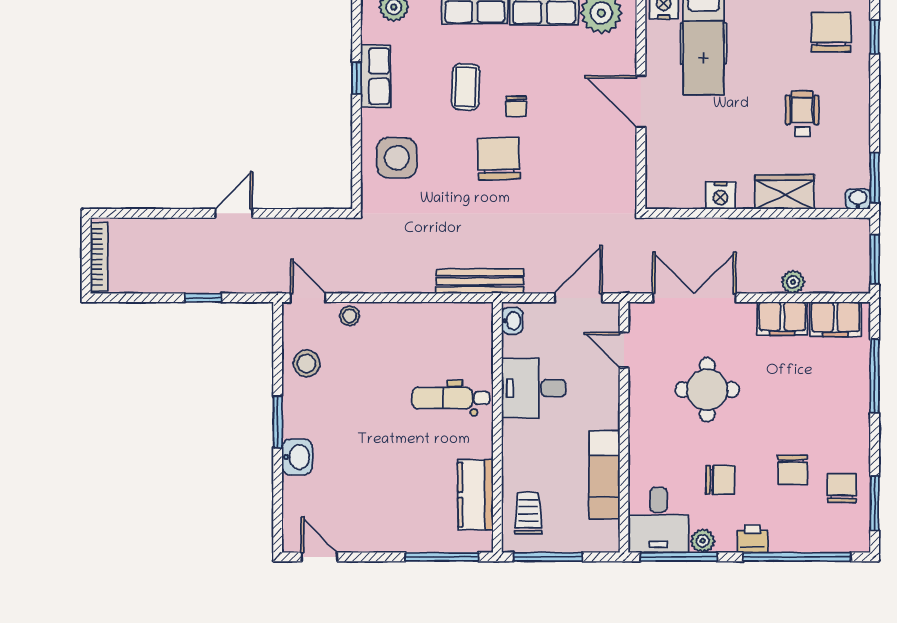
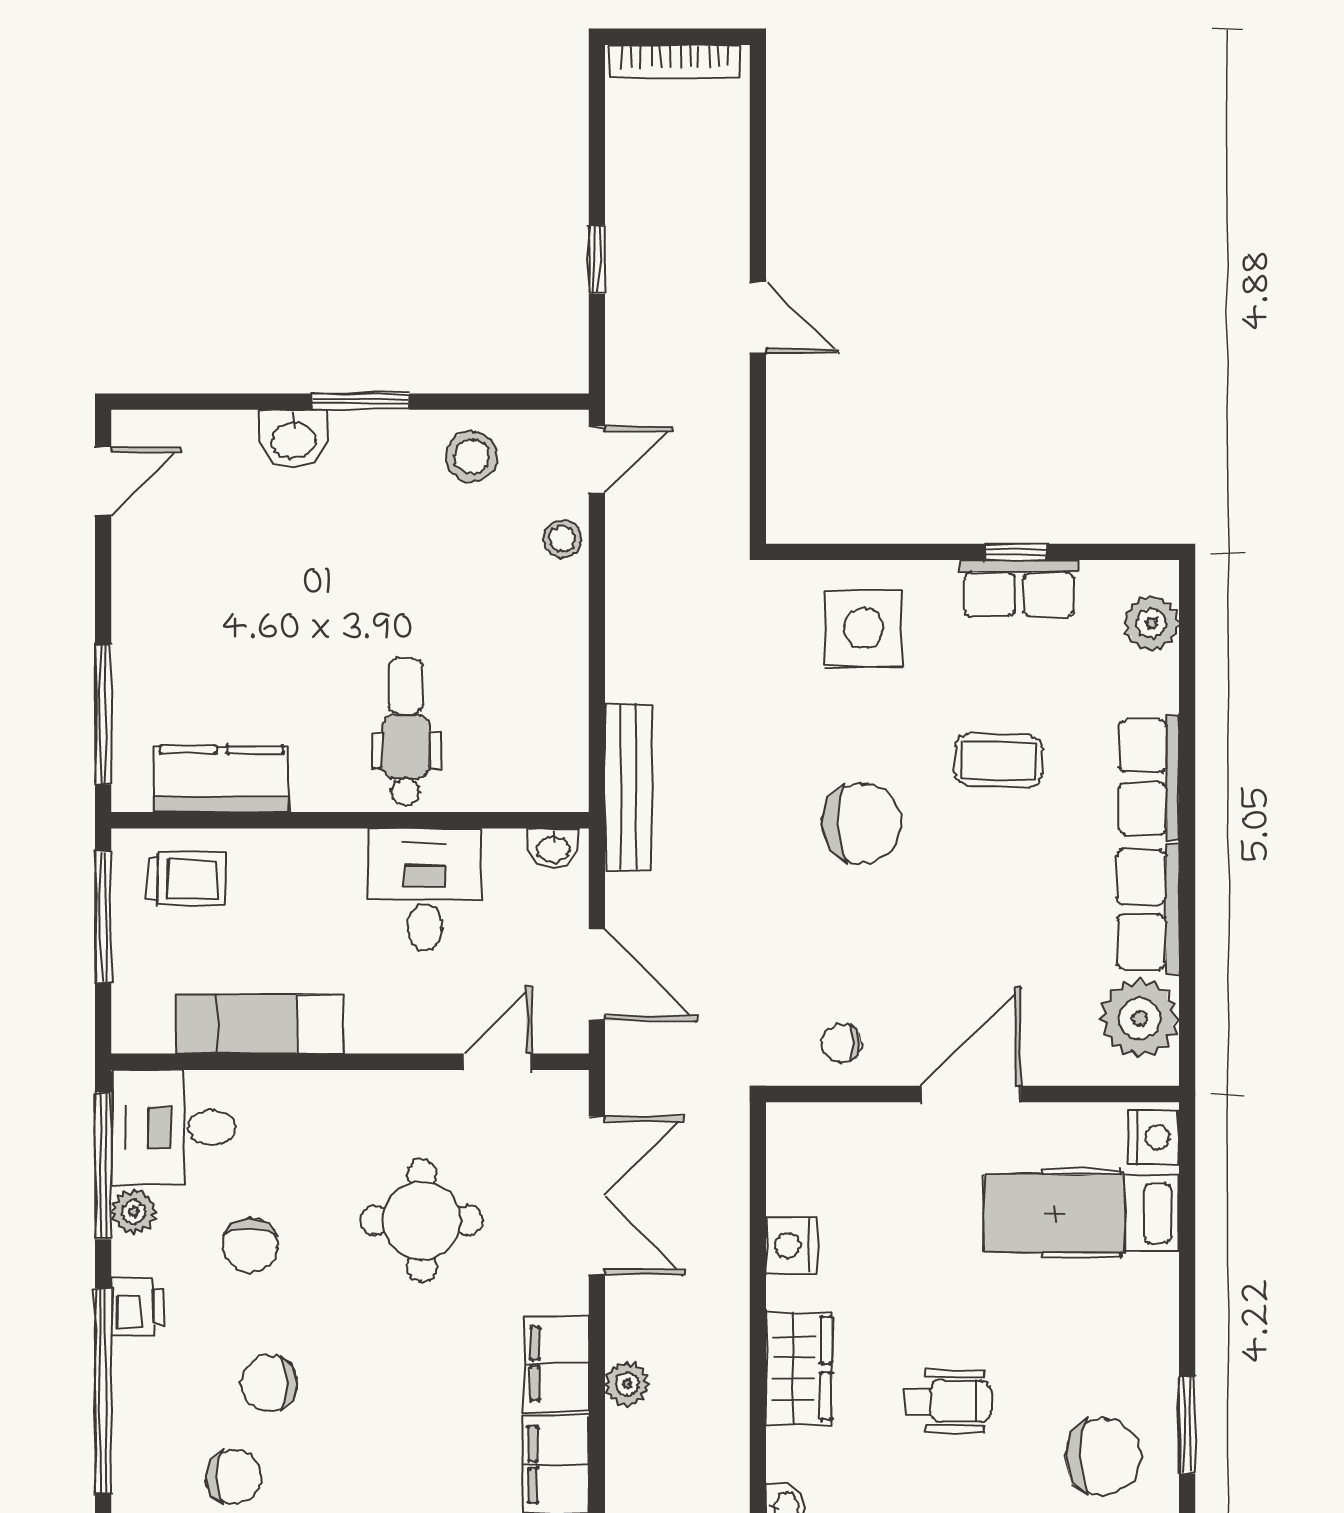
chair: (516, 106) -> (841, 1043), moved

